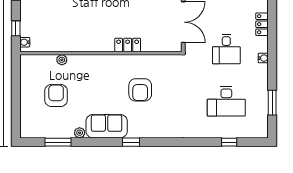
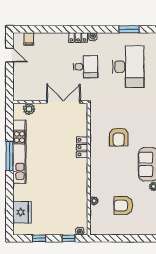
locker: (262, 24) -> (78, 38), moved
armchair: (140, 90) -> (119, 137), turned 90
desk: (226, 101) -> (128, 67), width x1.36, depth x1.30

